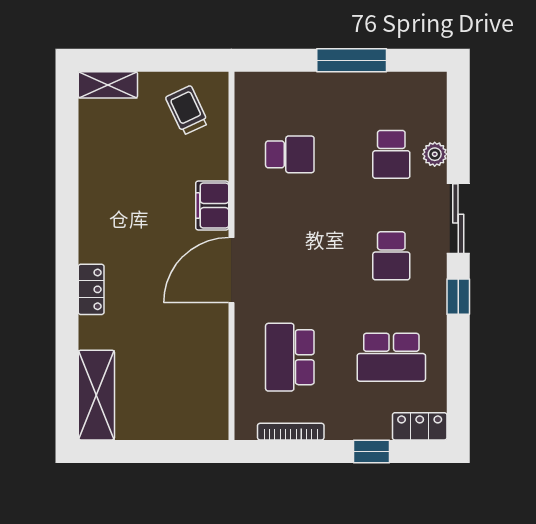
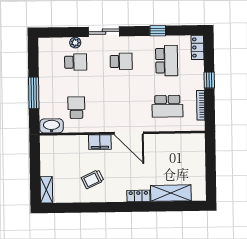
window: (352, 60) -> (34, 93), moved
washbasin: (250, 98) -> (51, 126), added
trolley: (187, 110) -> (93, 179), moved
window: (458, 297) -> (158, 31), moved
shelving: (96, 395) -> (171, 193), moved
window: (372, 451) -> (209, 80), moved

